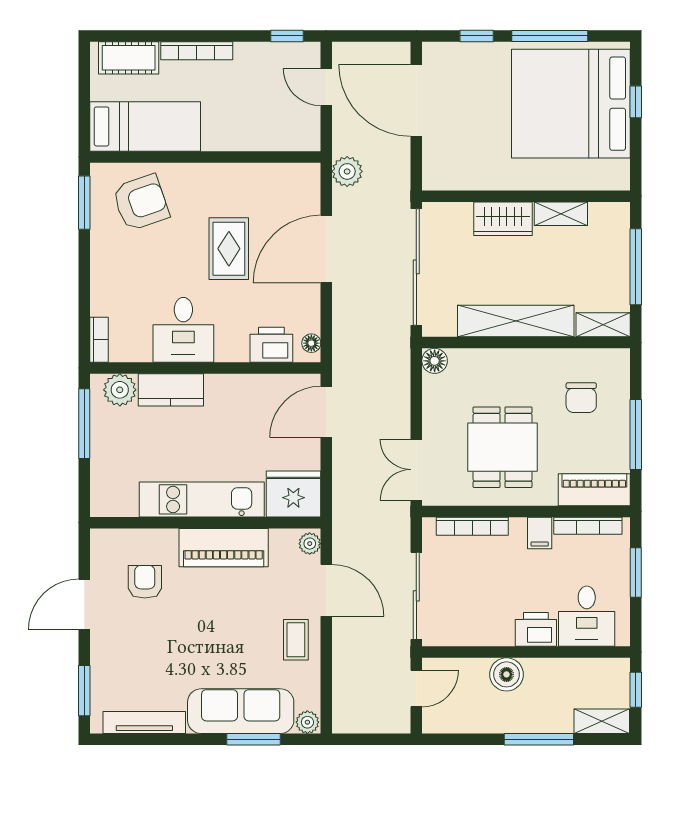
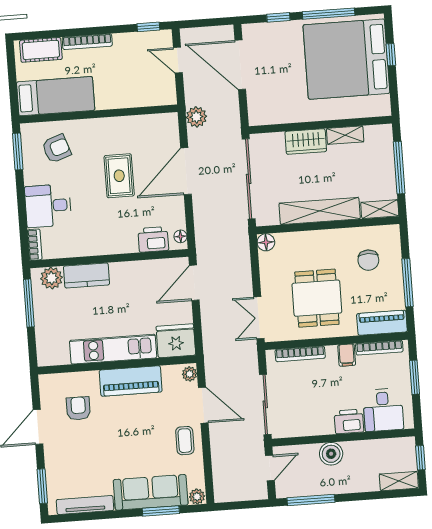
armchair: (141, 203) -> (56, 149), width x0.72, depth x0.72
desk: (183, 330) -> (48, 206), moved, turned 90
window: (539, 739) -> (311, 500), moved

